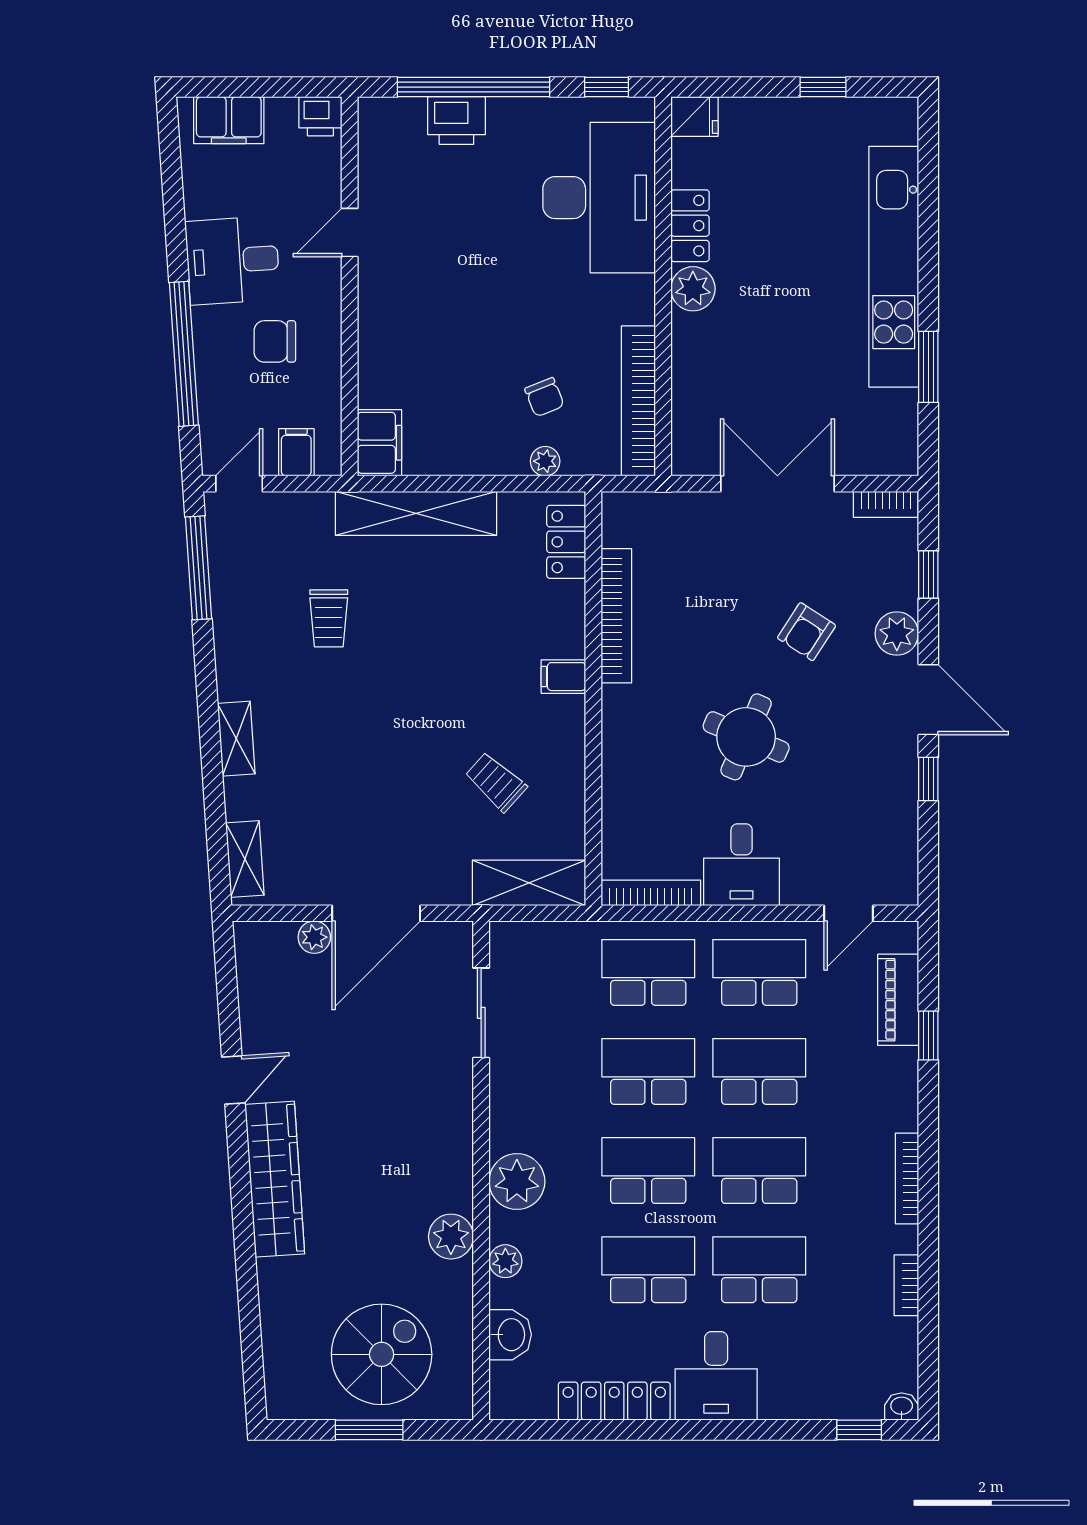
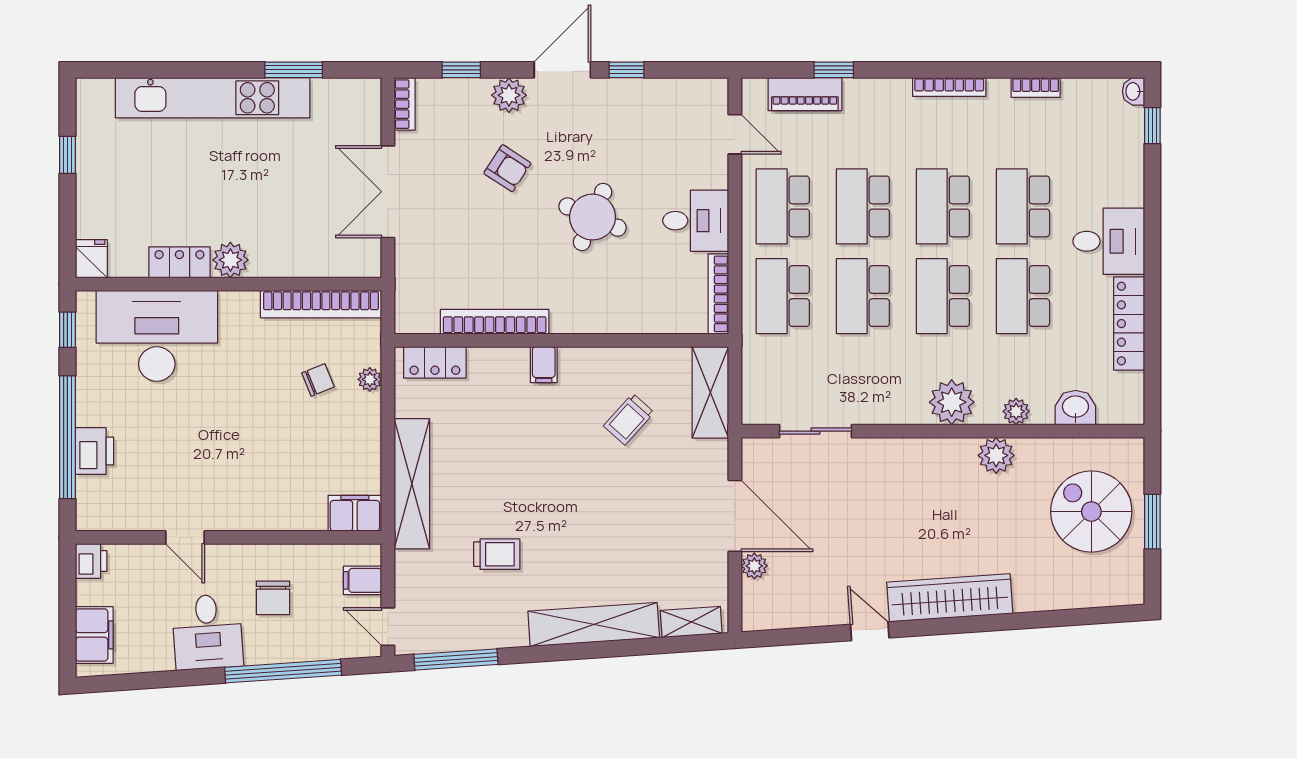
shelving: (236, 739) -> (594, 624), width x2.20, depth x1.33

